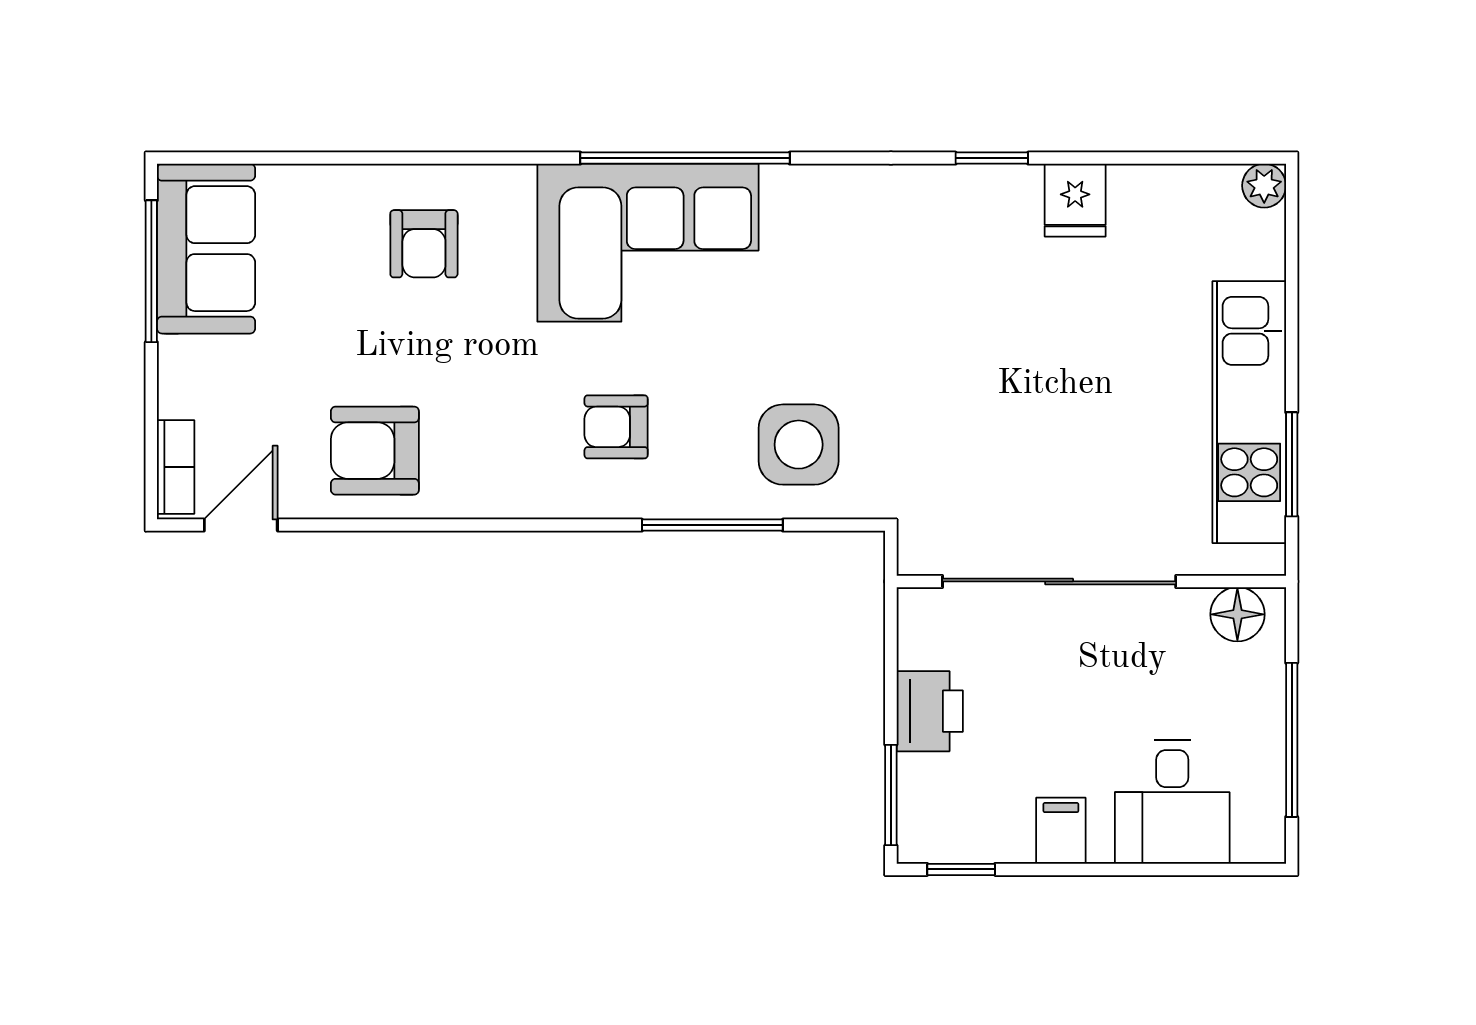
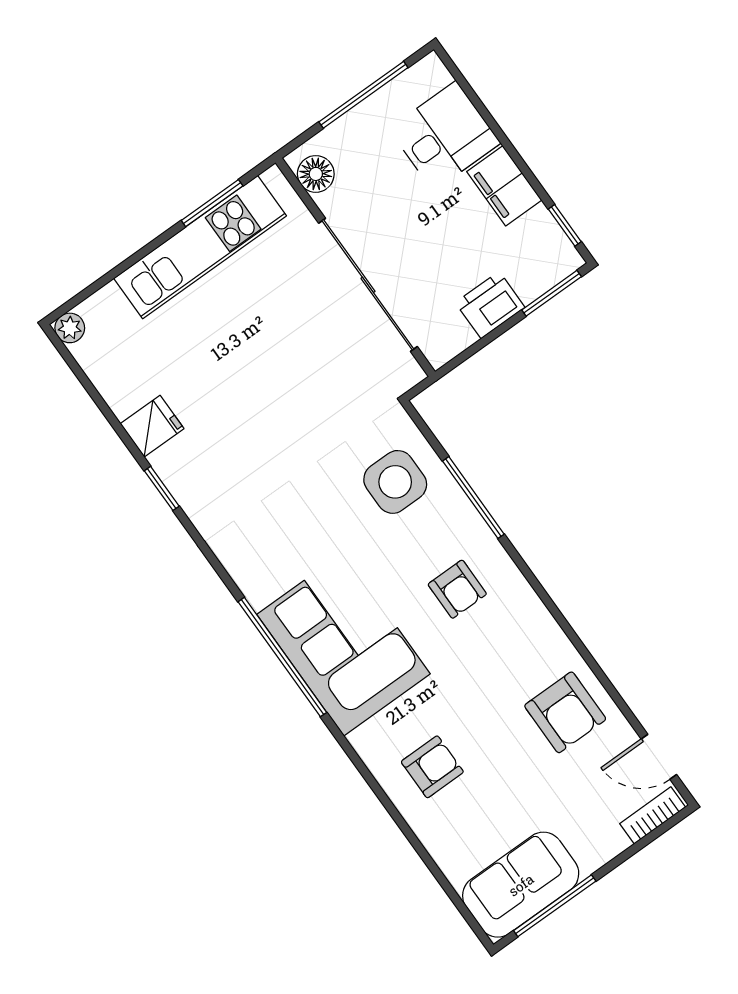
filing cabinet: (1061, 831) -> (504, 186), width x2.00

